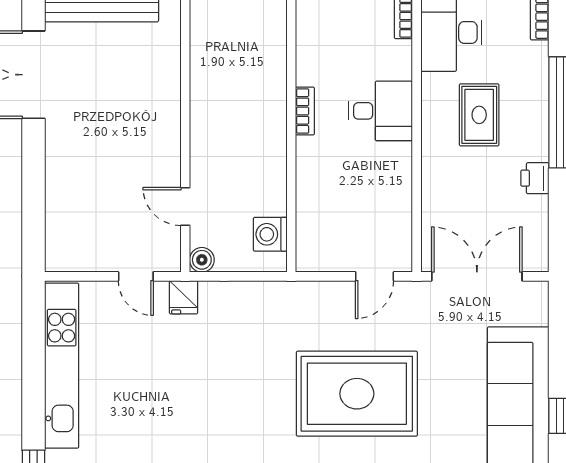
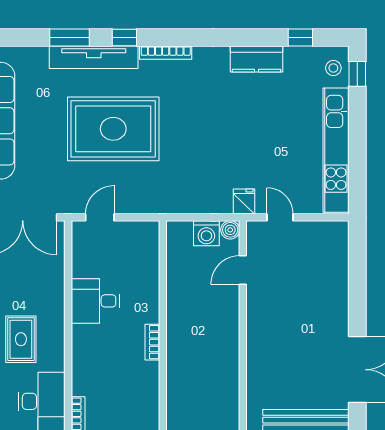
desk: (380, 111) -> (95, 301), moved
door: (185, 207) -> (243, 270), swing flipped
washing machine: (270, 234) -> (206, 233), moved, turned 90

